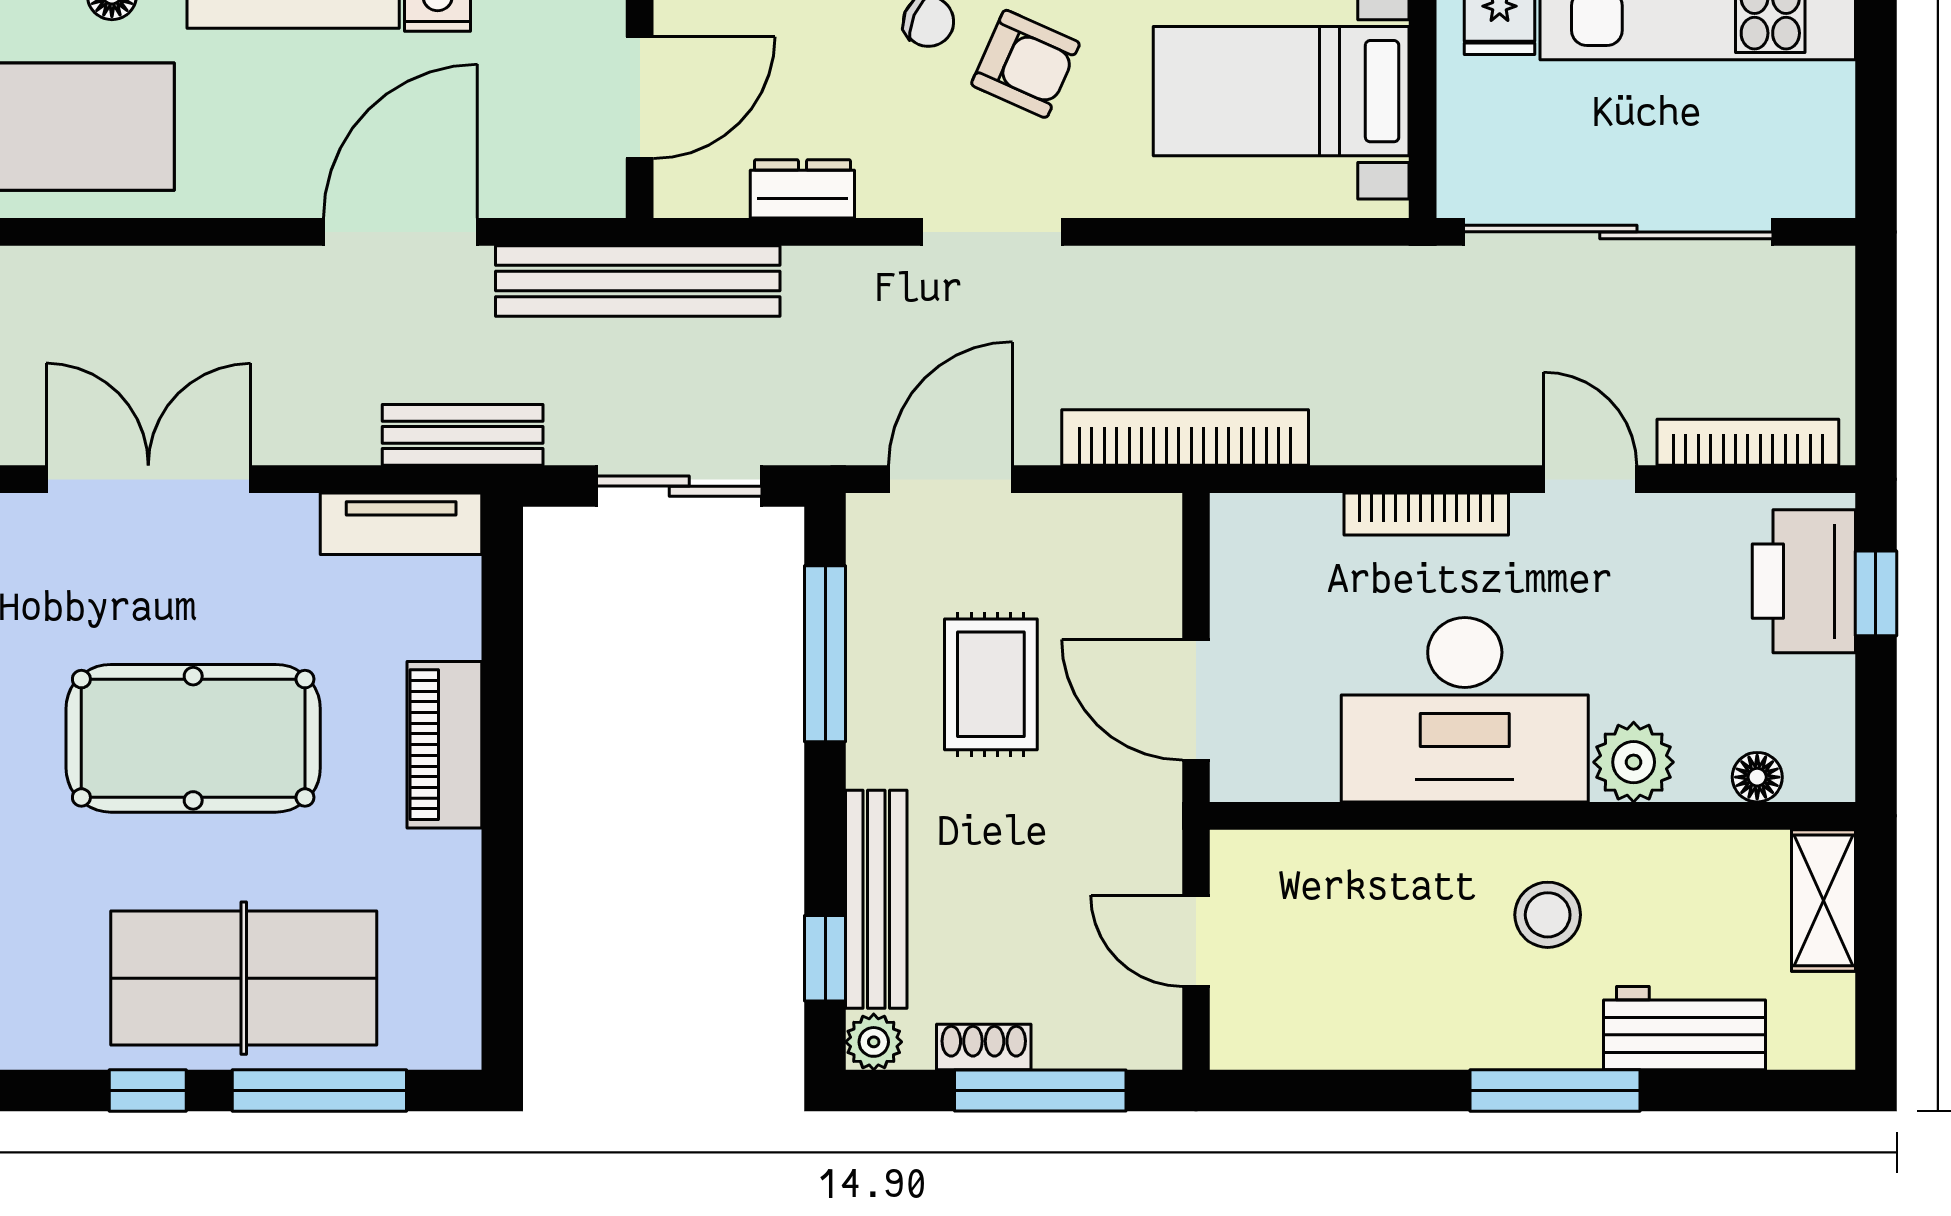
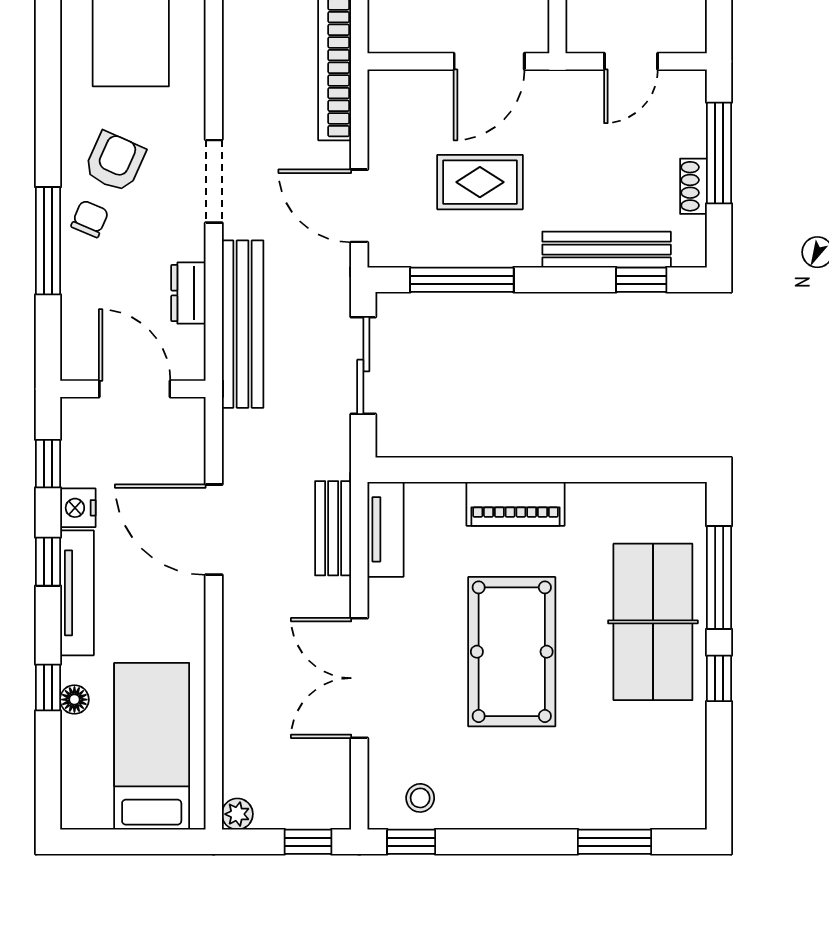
bench: (638, 281) -> (243, 324), moved
bench: (463, 435) -> (333, 528), moved
plant: (874, 1042) -> (690, 251), removed

